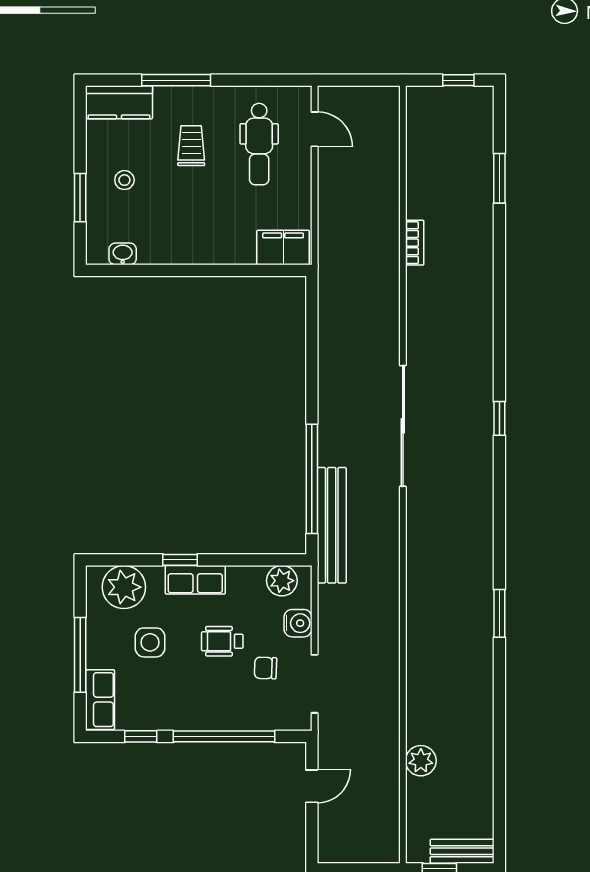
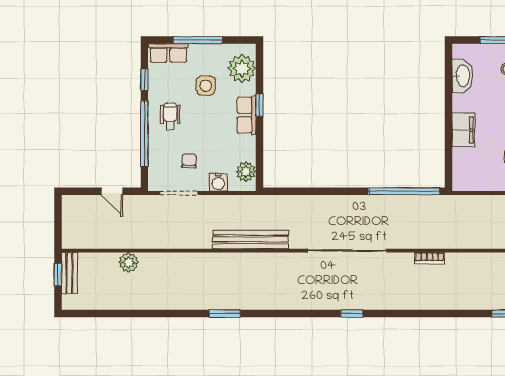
bookcase: (415, 243) -> (430, 258), moved
filing cabinet: (283, 248) -> (463, 130), moved
washbasin: (123, 254) -> (462, 76), width x1.91, depth x1.45
window: (312, 479) -> (404, 191), moved
bench: (332, 525) -> (251, 239), moved
wheelchair: (222, 641) -> (170, 116), moved
bench: (462, 851) -> (69, 273), moved

